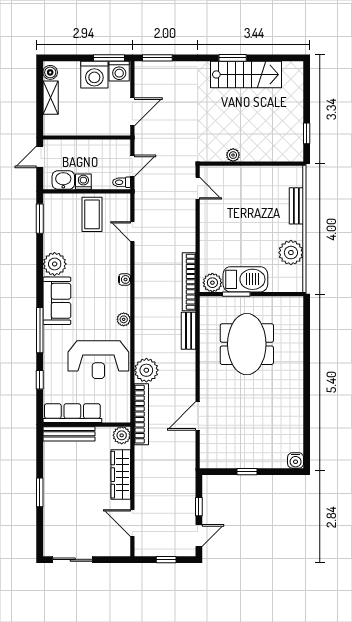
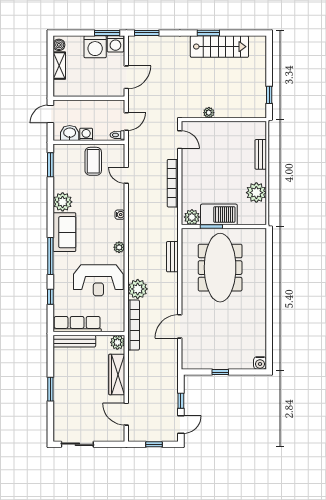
bookcase: (189, 282) -> (173, 183), moved
meeting table: (247, 344) -> (220, 268), width x1.36

